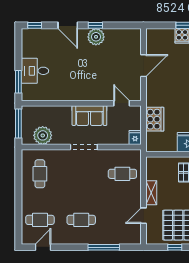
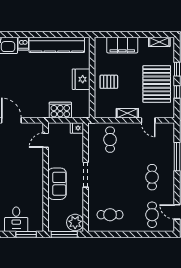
sofa: (89, 116) -> (57, 184), moved
plant: (43, 135) -> (75, 223), moved

